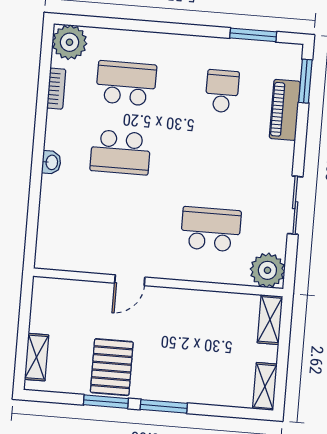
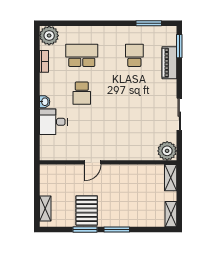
school desk: (120, 152) -> (82, 93), width x0.54
desk: (64, 200) -> (53, 122), added
school desk: (211, 229) -> (134, 131), removed

